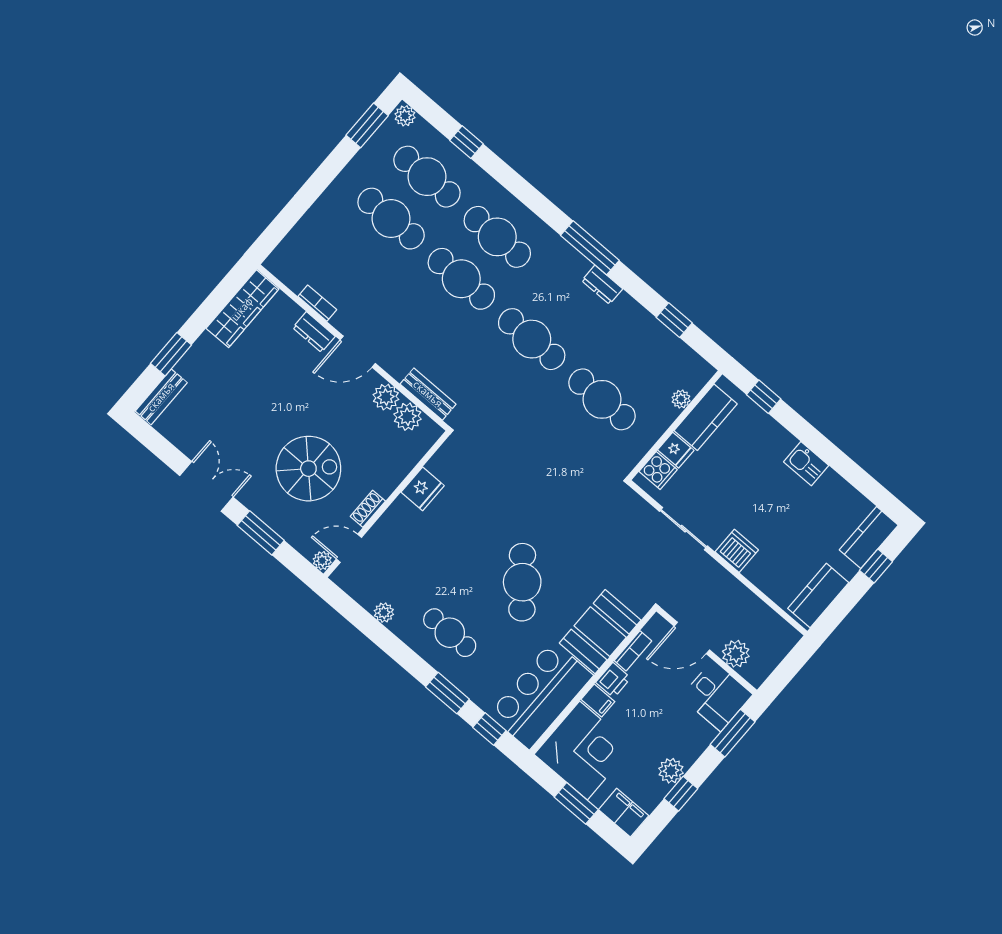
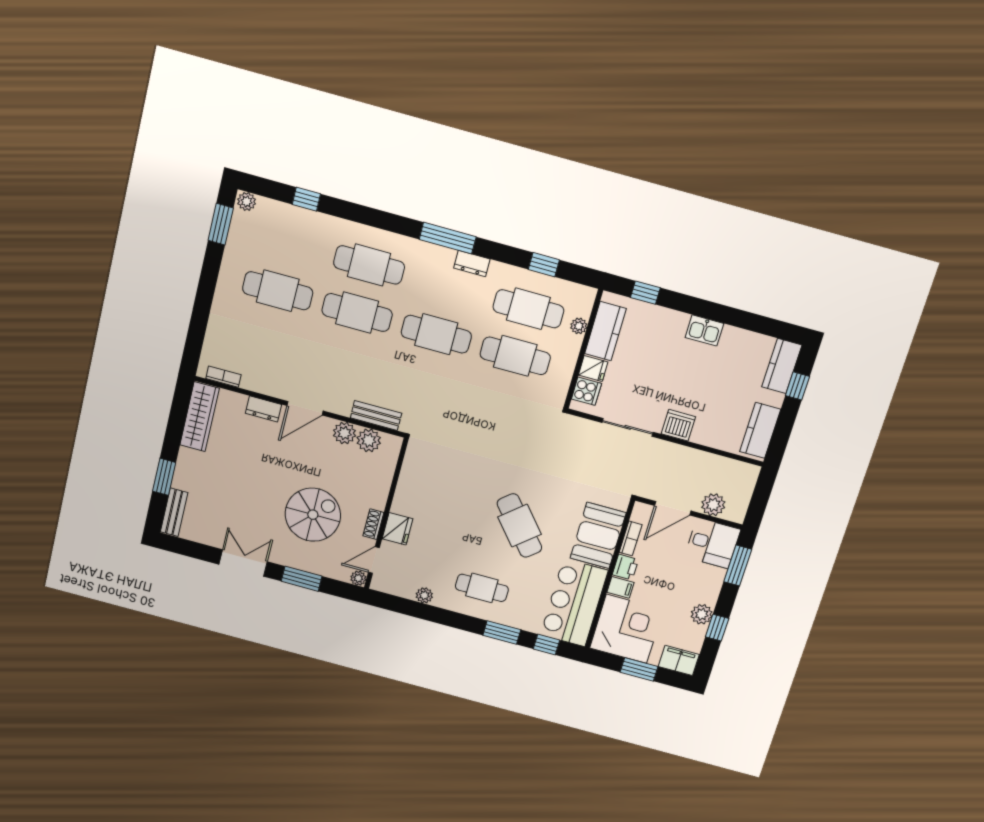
cafe table: (427, 177) -> (528, 309), moved
bookcase: (317, 303) -> (223, 377), moved
fridge: (423, 489) -> (397, 529), moved

